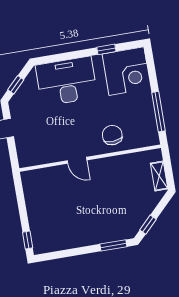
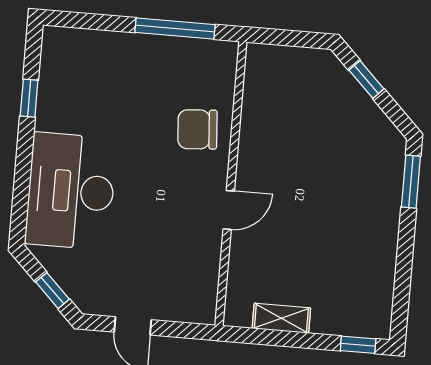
corner desk: (126, 71) -> (81, 70), removed
shelving: (159, 176) -> (281, 318), moved
window: (148, 225) -> (366, 79), moved

